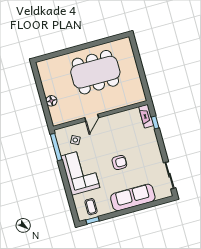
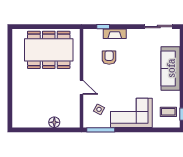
dining table: (95, 72) -> (49, 50), moved, turned 90
fireplace: (146, 116) -> (115, 34), moved
armchair: (119, 163) -> (109, 58), moved

